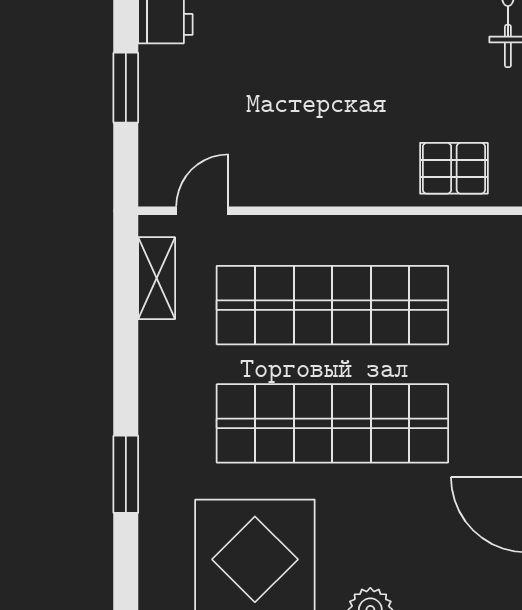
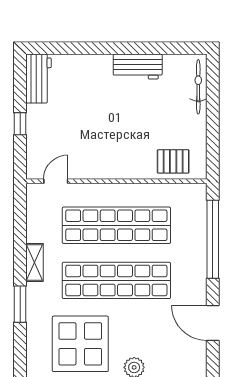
window: (126, 88) -> (20, 124), width x0.67
shelving: (157, 278) -> (34, 262), moved

